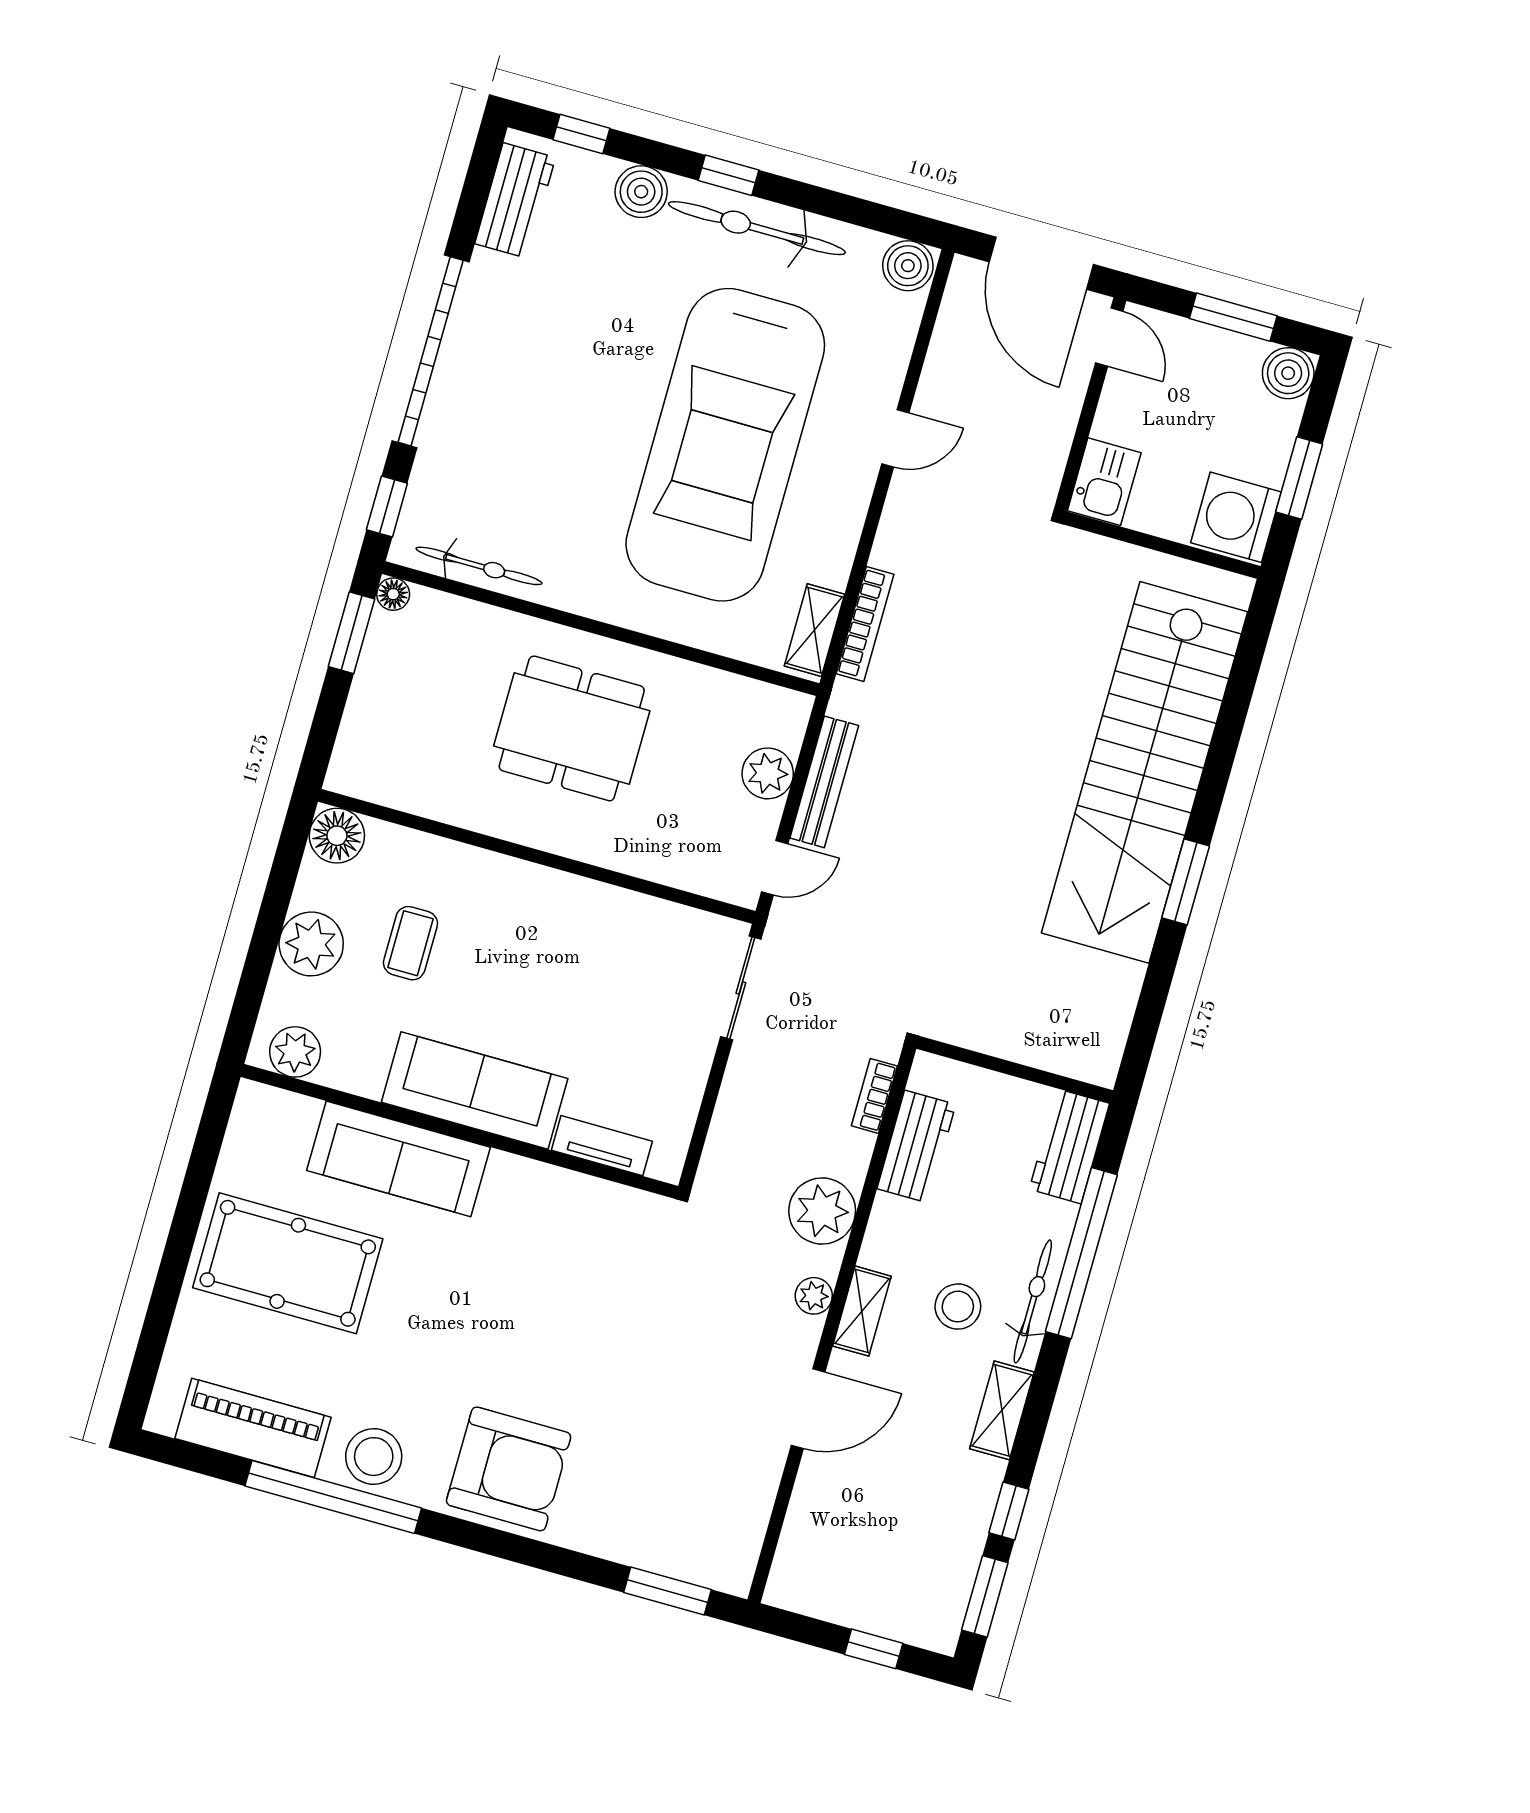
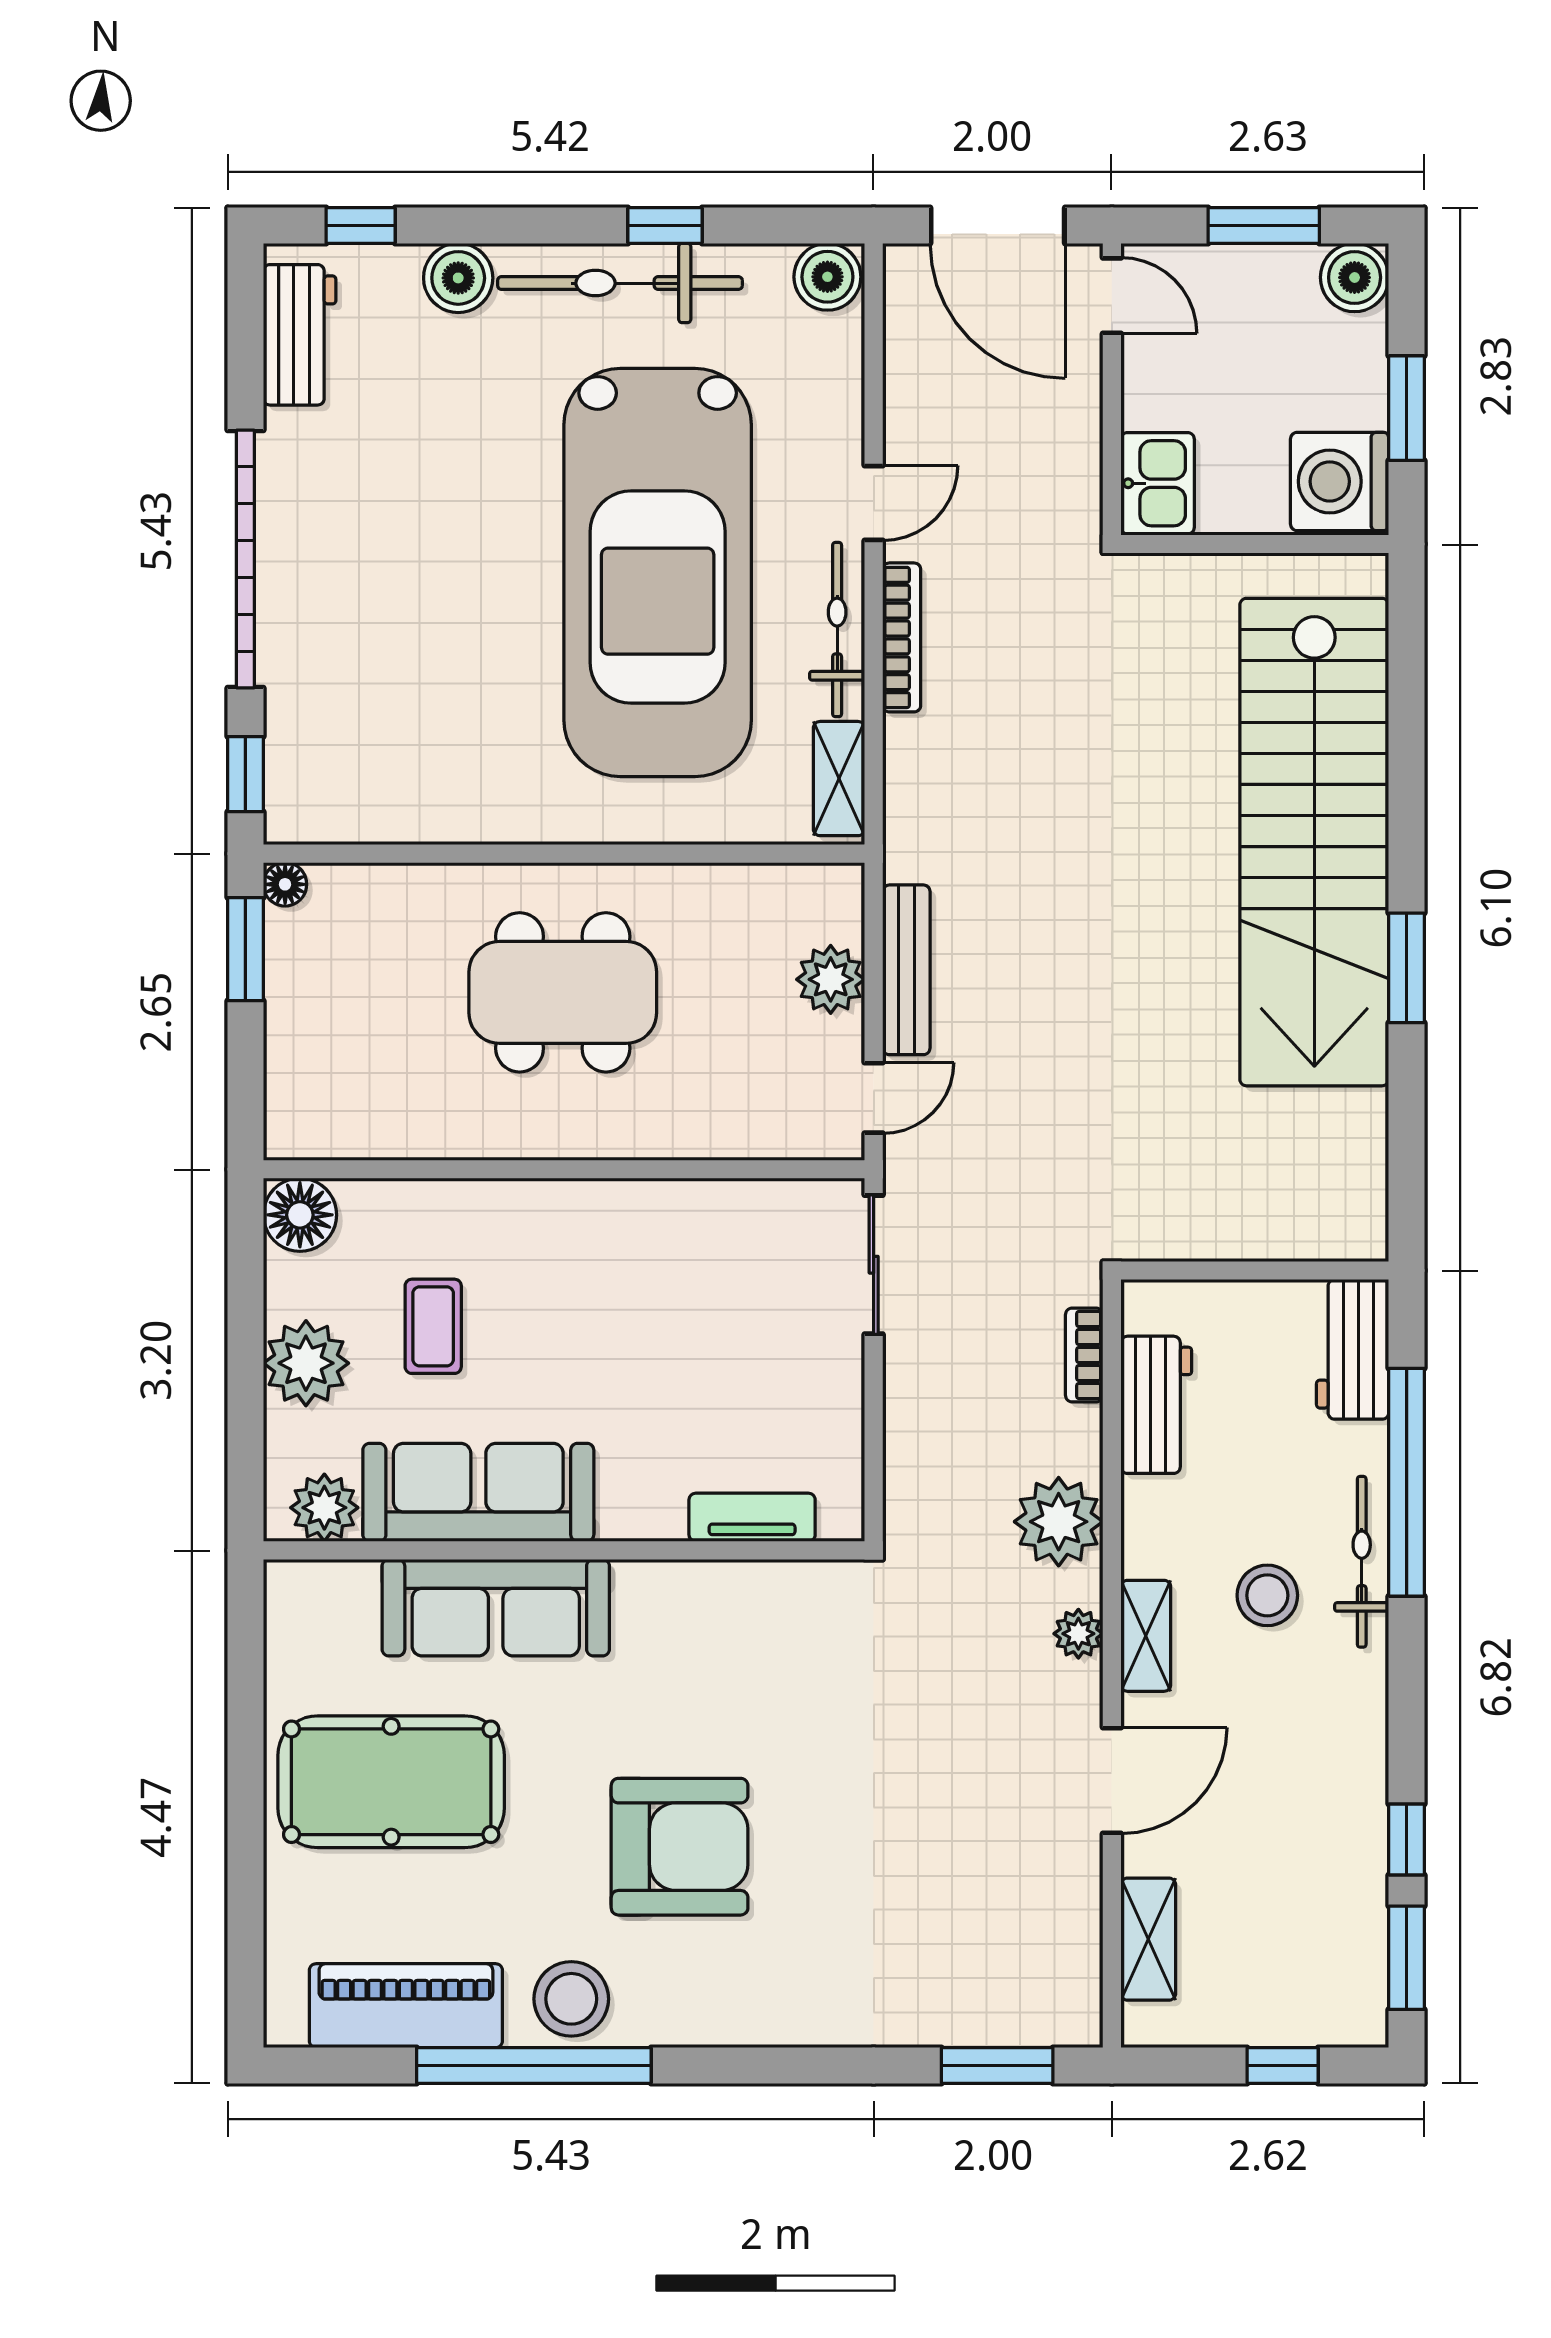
window: (729, 175) -> (665, 225), moved
bicycle: (479, 566) -> (837, 630), moved, turned -90
bookcase: (865, 624) -> (902, 637), moved
sofa: (475, 1090) -> (478, 1492), moved
shelving: (1002, 1410) -> (1148, 1939), moved
armchair: (509, 1469) -> (680, 1847), moved

